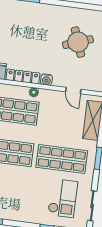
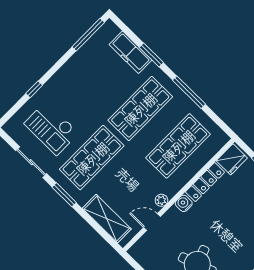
plant: (34, 92) -> (161, 200), moved
sliding door: (92, 206) -> (31, 162), moved

